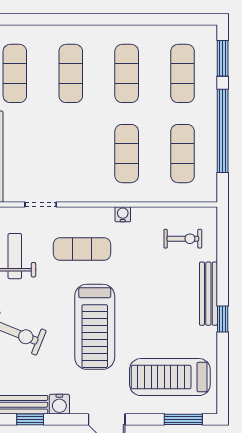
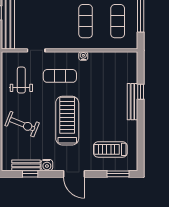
exercise bike: (183, 239) -> (118, 70), removed
window: (223, 319) -> (141, 92), moved
treadmill: (95, 327) -> (67, 121), turned 180
treadmill: (170, 377) -> (110, 149), width x0.73, depth x0.73

